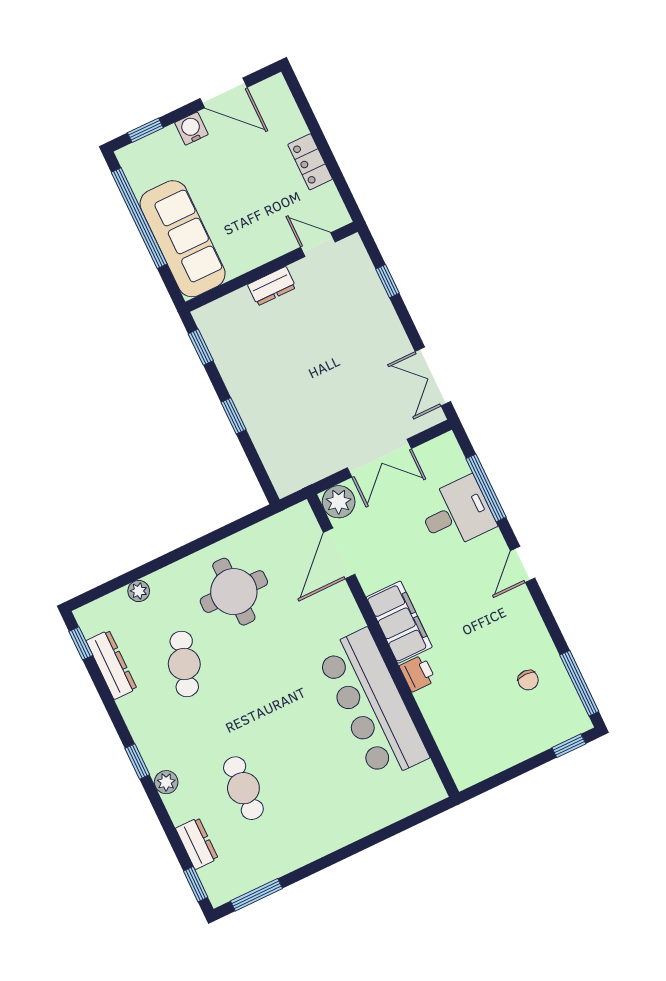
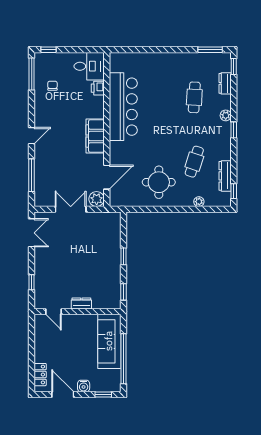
locker: (310, 162) -> (40, 375), moved
desk: (457, 513) -> (89, 66), moved, turned 180
printer: (418, 673) -> (98, 88), moved

